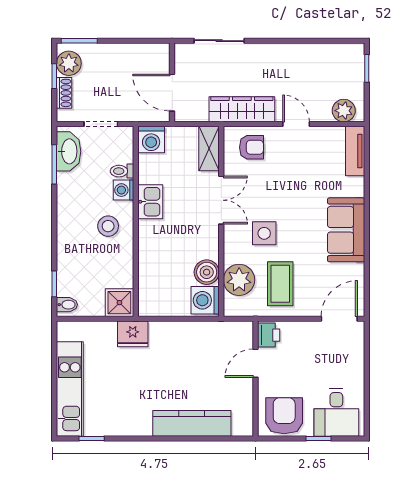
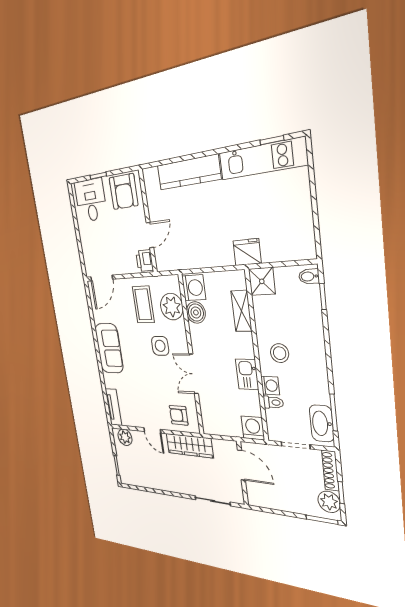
shoe rack: (64, 93) -> (330, 471), width x1.43
shelving: (209, 149) -> (241, 311), moved
kitchen unit: (70, 389) -> (262, 159), moved, turned -90

